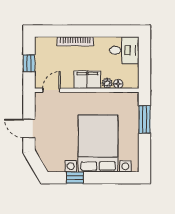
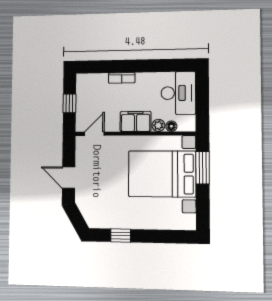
bookcase: (75, 41) -> (122, 78), width x0.64
desk: (124, 50) -> (178, 93), width x1.37
bed with nightstands: (98, 143) -> (162, 174), moved, turned -90

